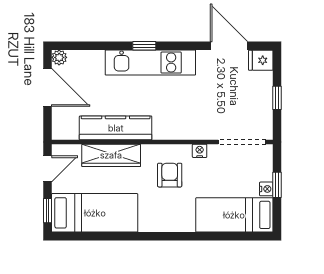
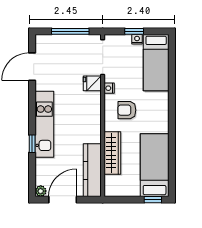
window: (144, 46) -> (32, 144), moved
fridge: (261, 60) -> (92, 83), moved, turned 90
window: (277, 98) -> (70, 31), width x2.17
kitchen counter: (116, 128) -> (92, 170), moved
door: (47, 169) -> (122, 200), removed

